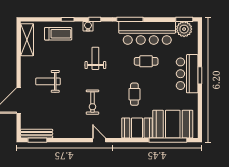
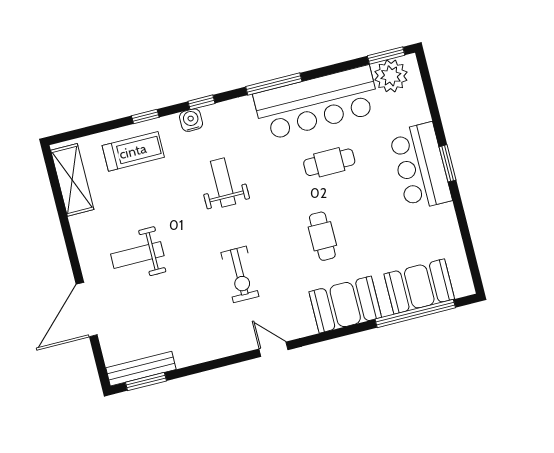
booth: (173, 124) -> (419, 286), width x0.73, depth x0.70

